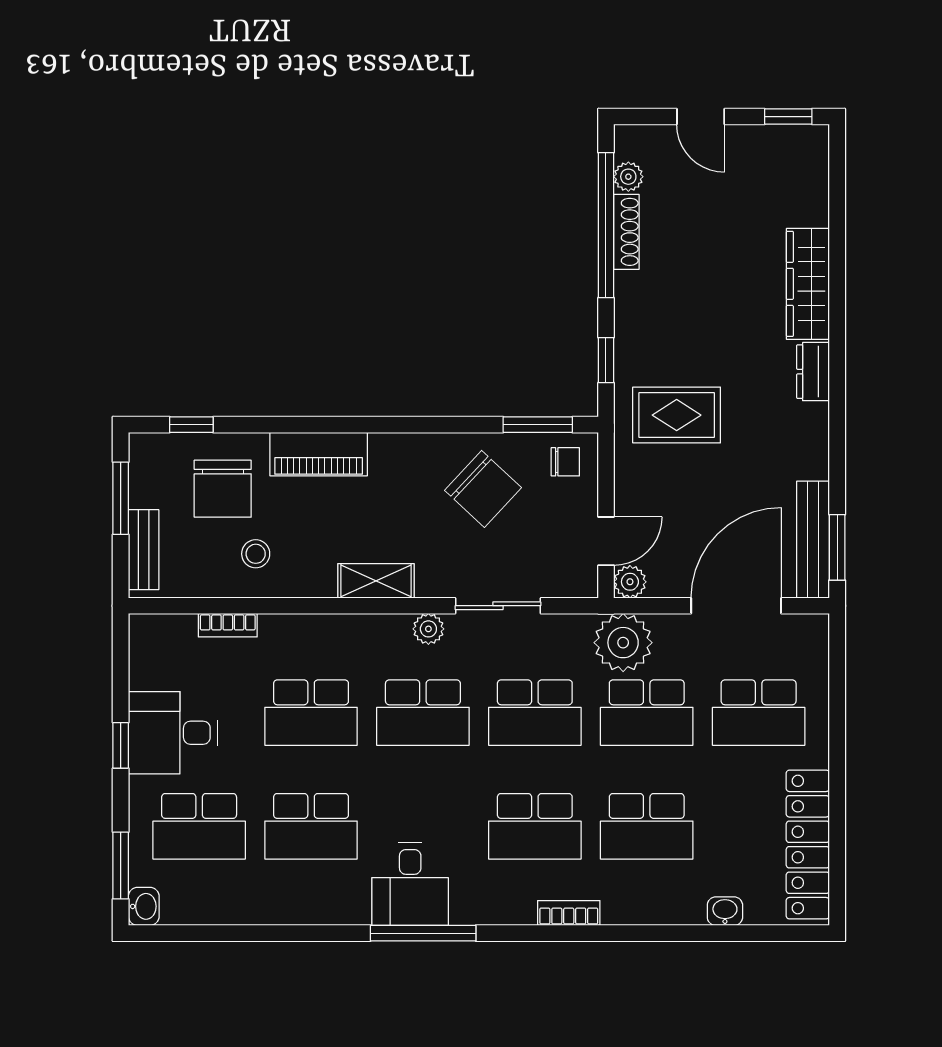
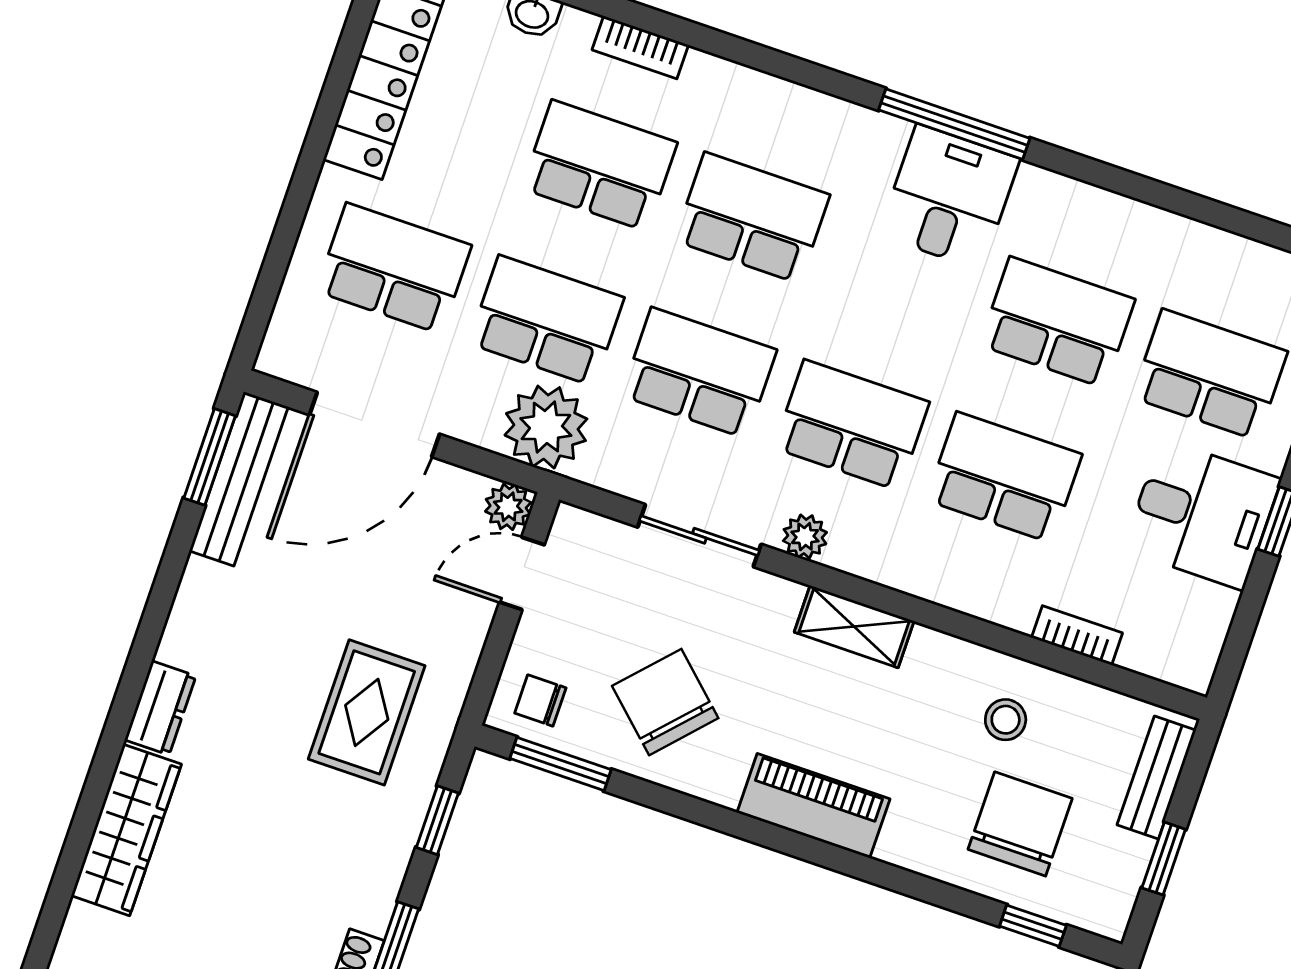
rug: (677, 415) -> (367, 712), turned 90
piano: (319, 454) -> (813, 806), moved
window: (121, 498) -> (1164, 859), width x0.67
bookcase: (569, 913) -> (640, 47), moved

